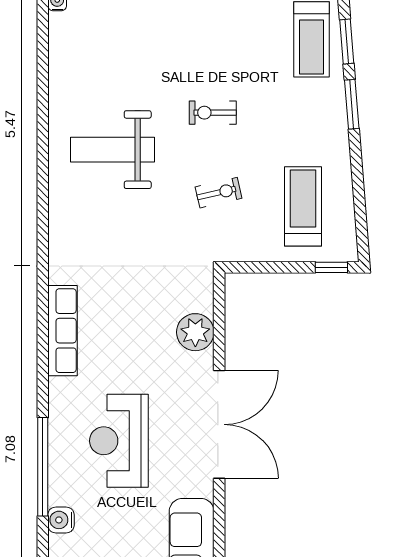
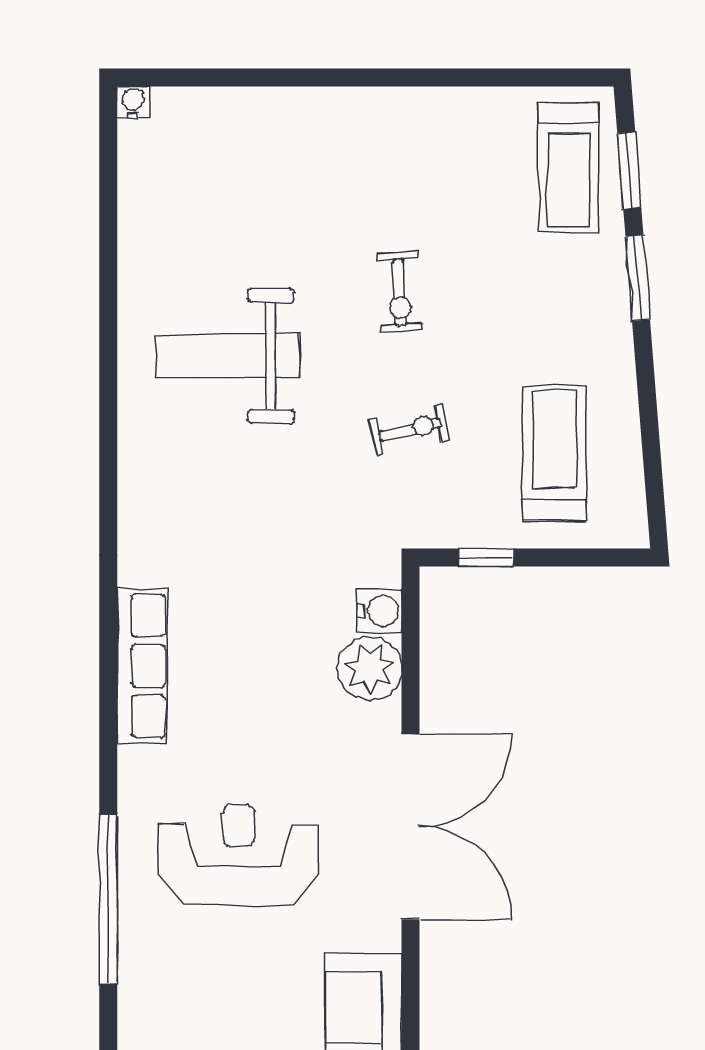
exercise bike: (213, 113) -> (400, 292), turned -93
window: (331, 267) -> (486, 557), moved
reception desk: (119, 441) -> (239, 855), turned 90
water cooler: (61, 520) -> (379, 611), moved, turned 180

